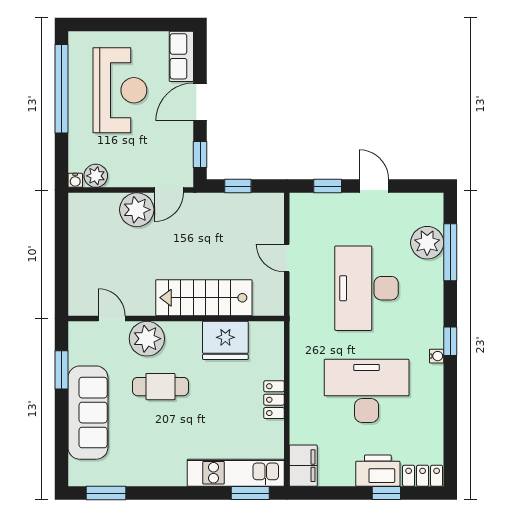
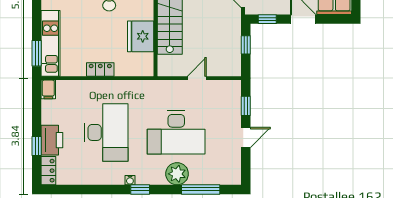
plant: (427, 243) -> (177, 174), moved
desk: (367, 288) -> (176, 132), turned 180
filing cabinet: (303, 466) -> (48, 89), width x0.50

